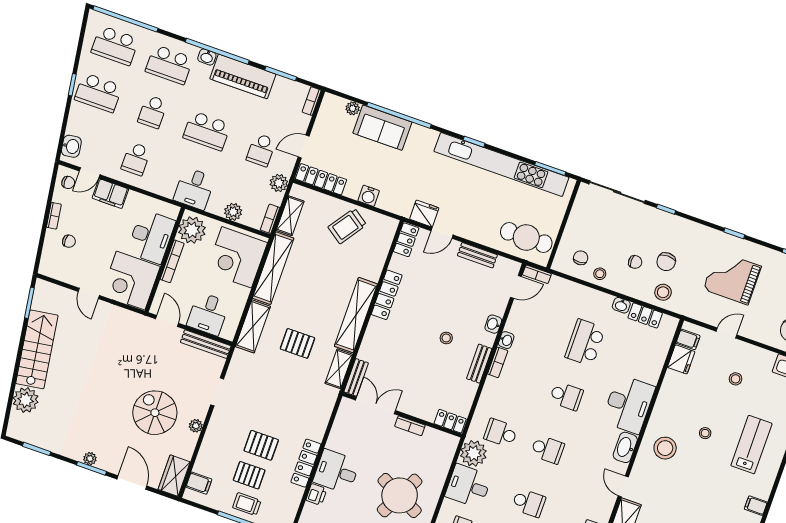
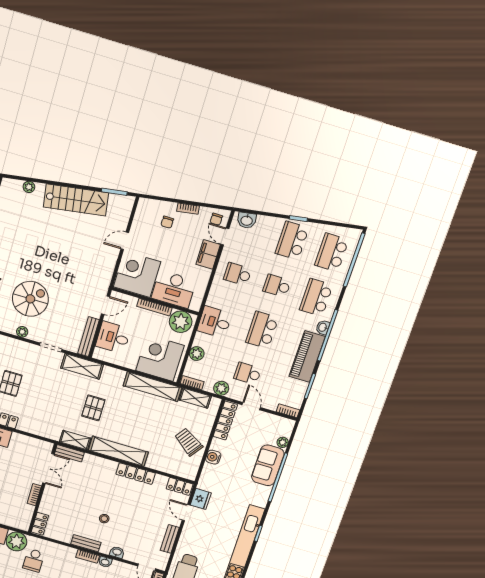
shelving: (253, 326) -> (82, 366), moved
plant: (26, 400) -> (29, 187), width x0.53, depth x0.53
school desk: (501, 433) -> (34, 560), turned 180

